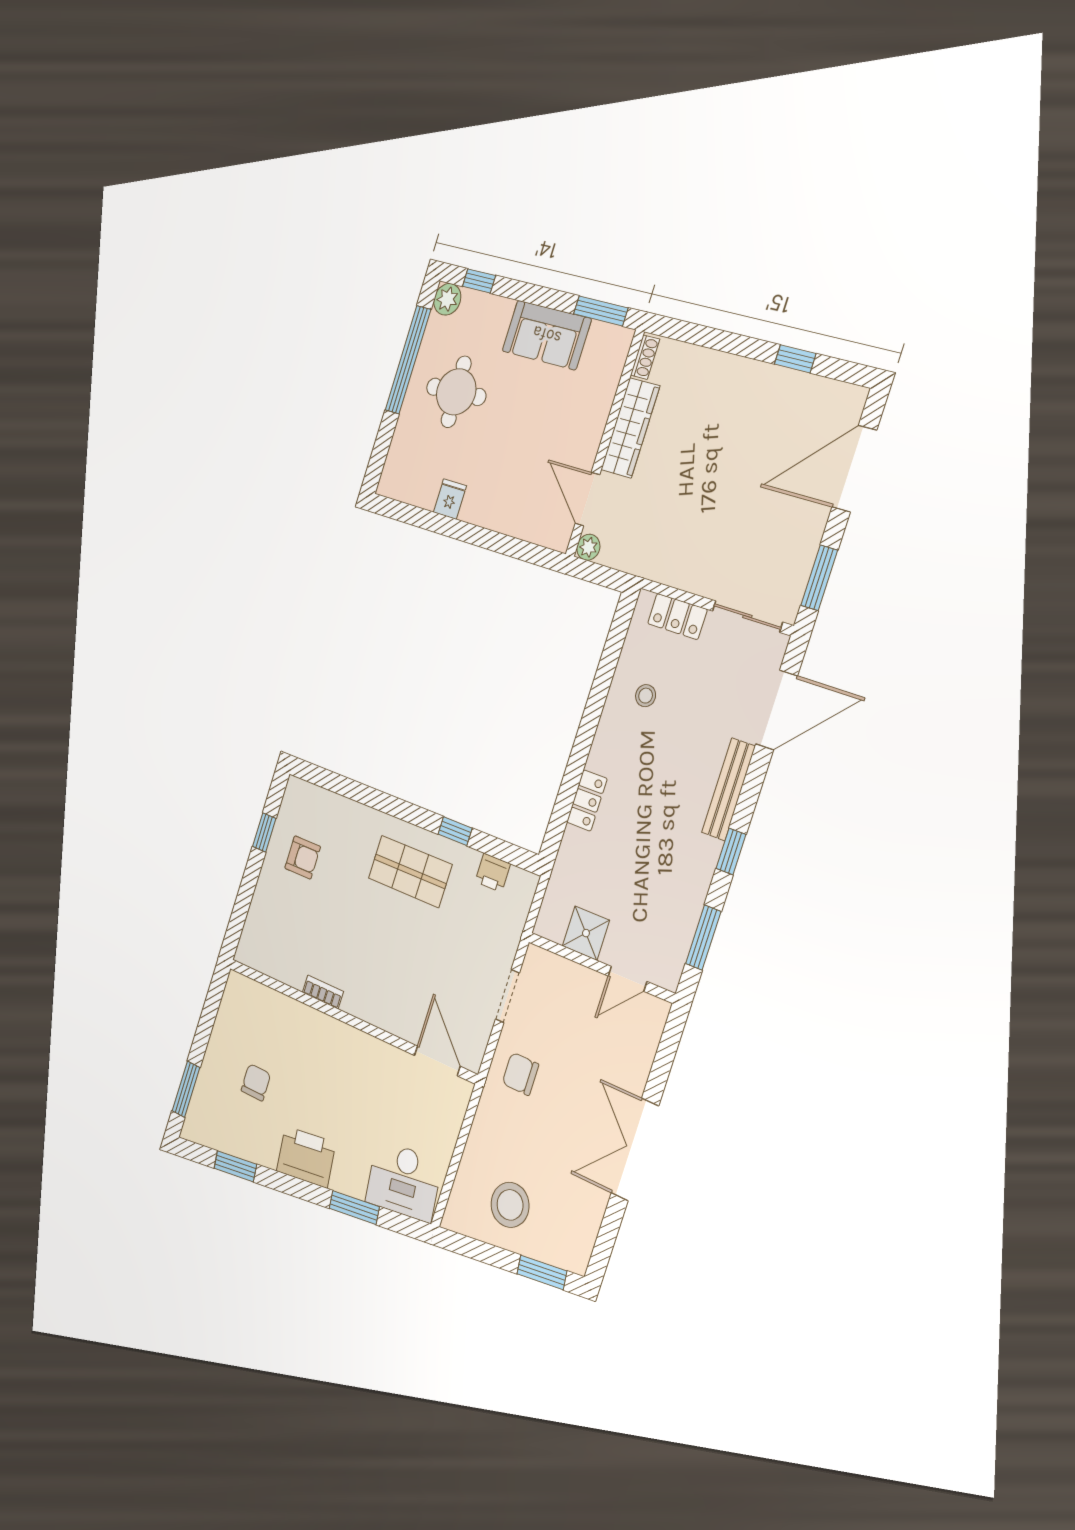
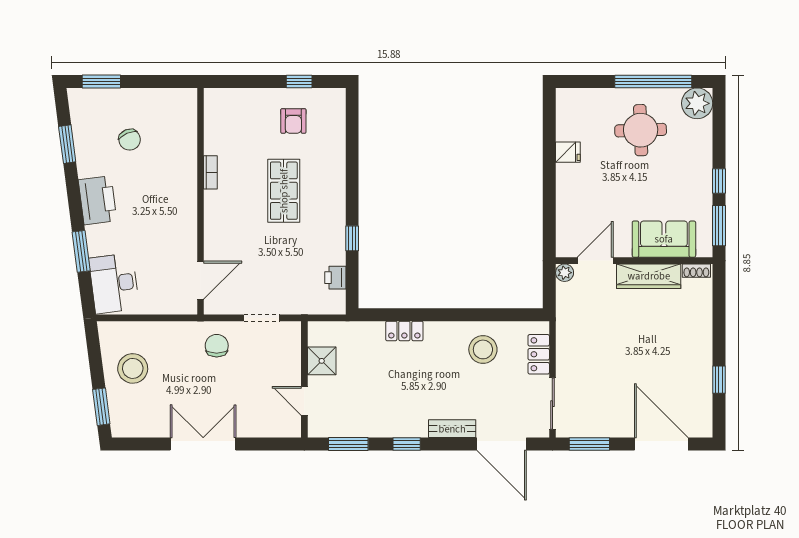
window: (479, 281) -> (719, 181), moved
plant: (447, 299) -> (697, 103), width x1.36, depth x1.36
sofa: (547, 335) -> (664, 239), moved, turned 90
stool: (646, 696) -> (483, 349), width x1.89, depth x1.89
bench: (728, 789) -> (452, 429), width x0.73
shop shelf: (410, 871) -> (284, 191), moved
chair: (256, 1082) -> (130, 140), turned 67

